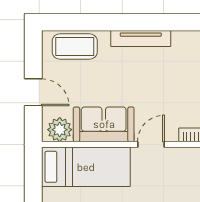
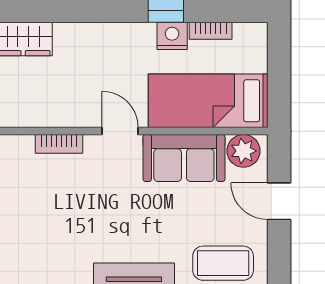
door: (151, 144) -> (120, 131), swing flipped

